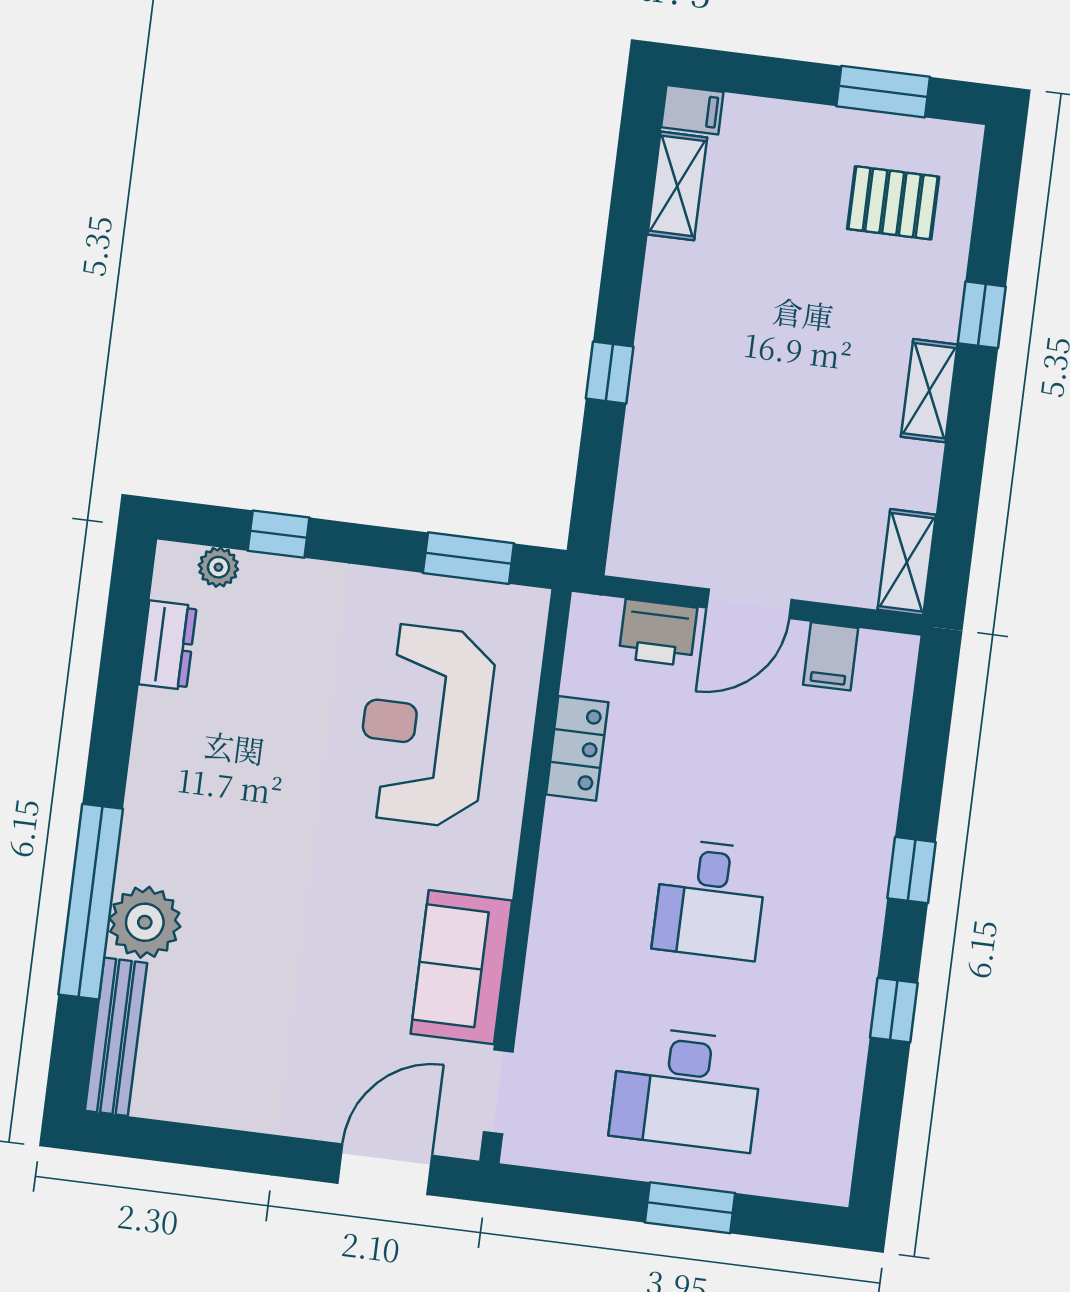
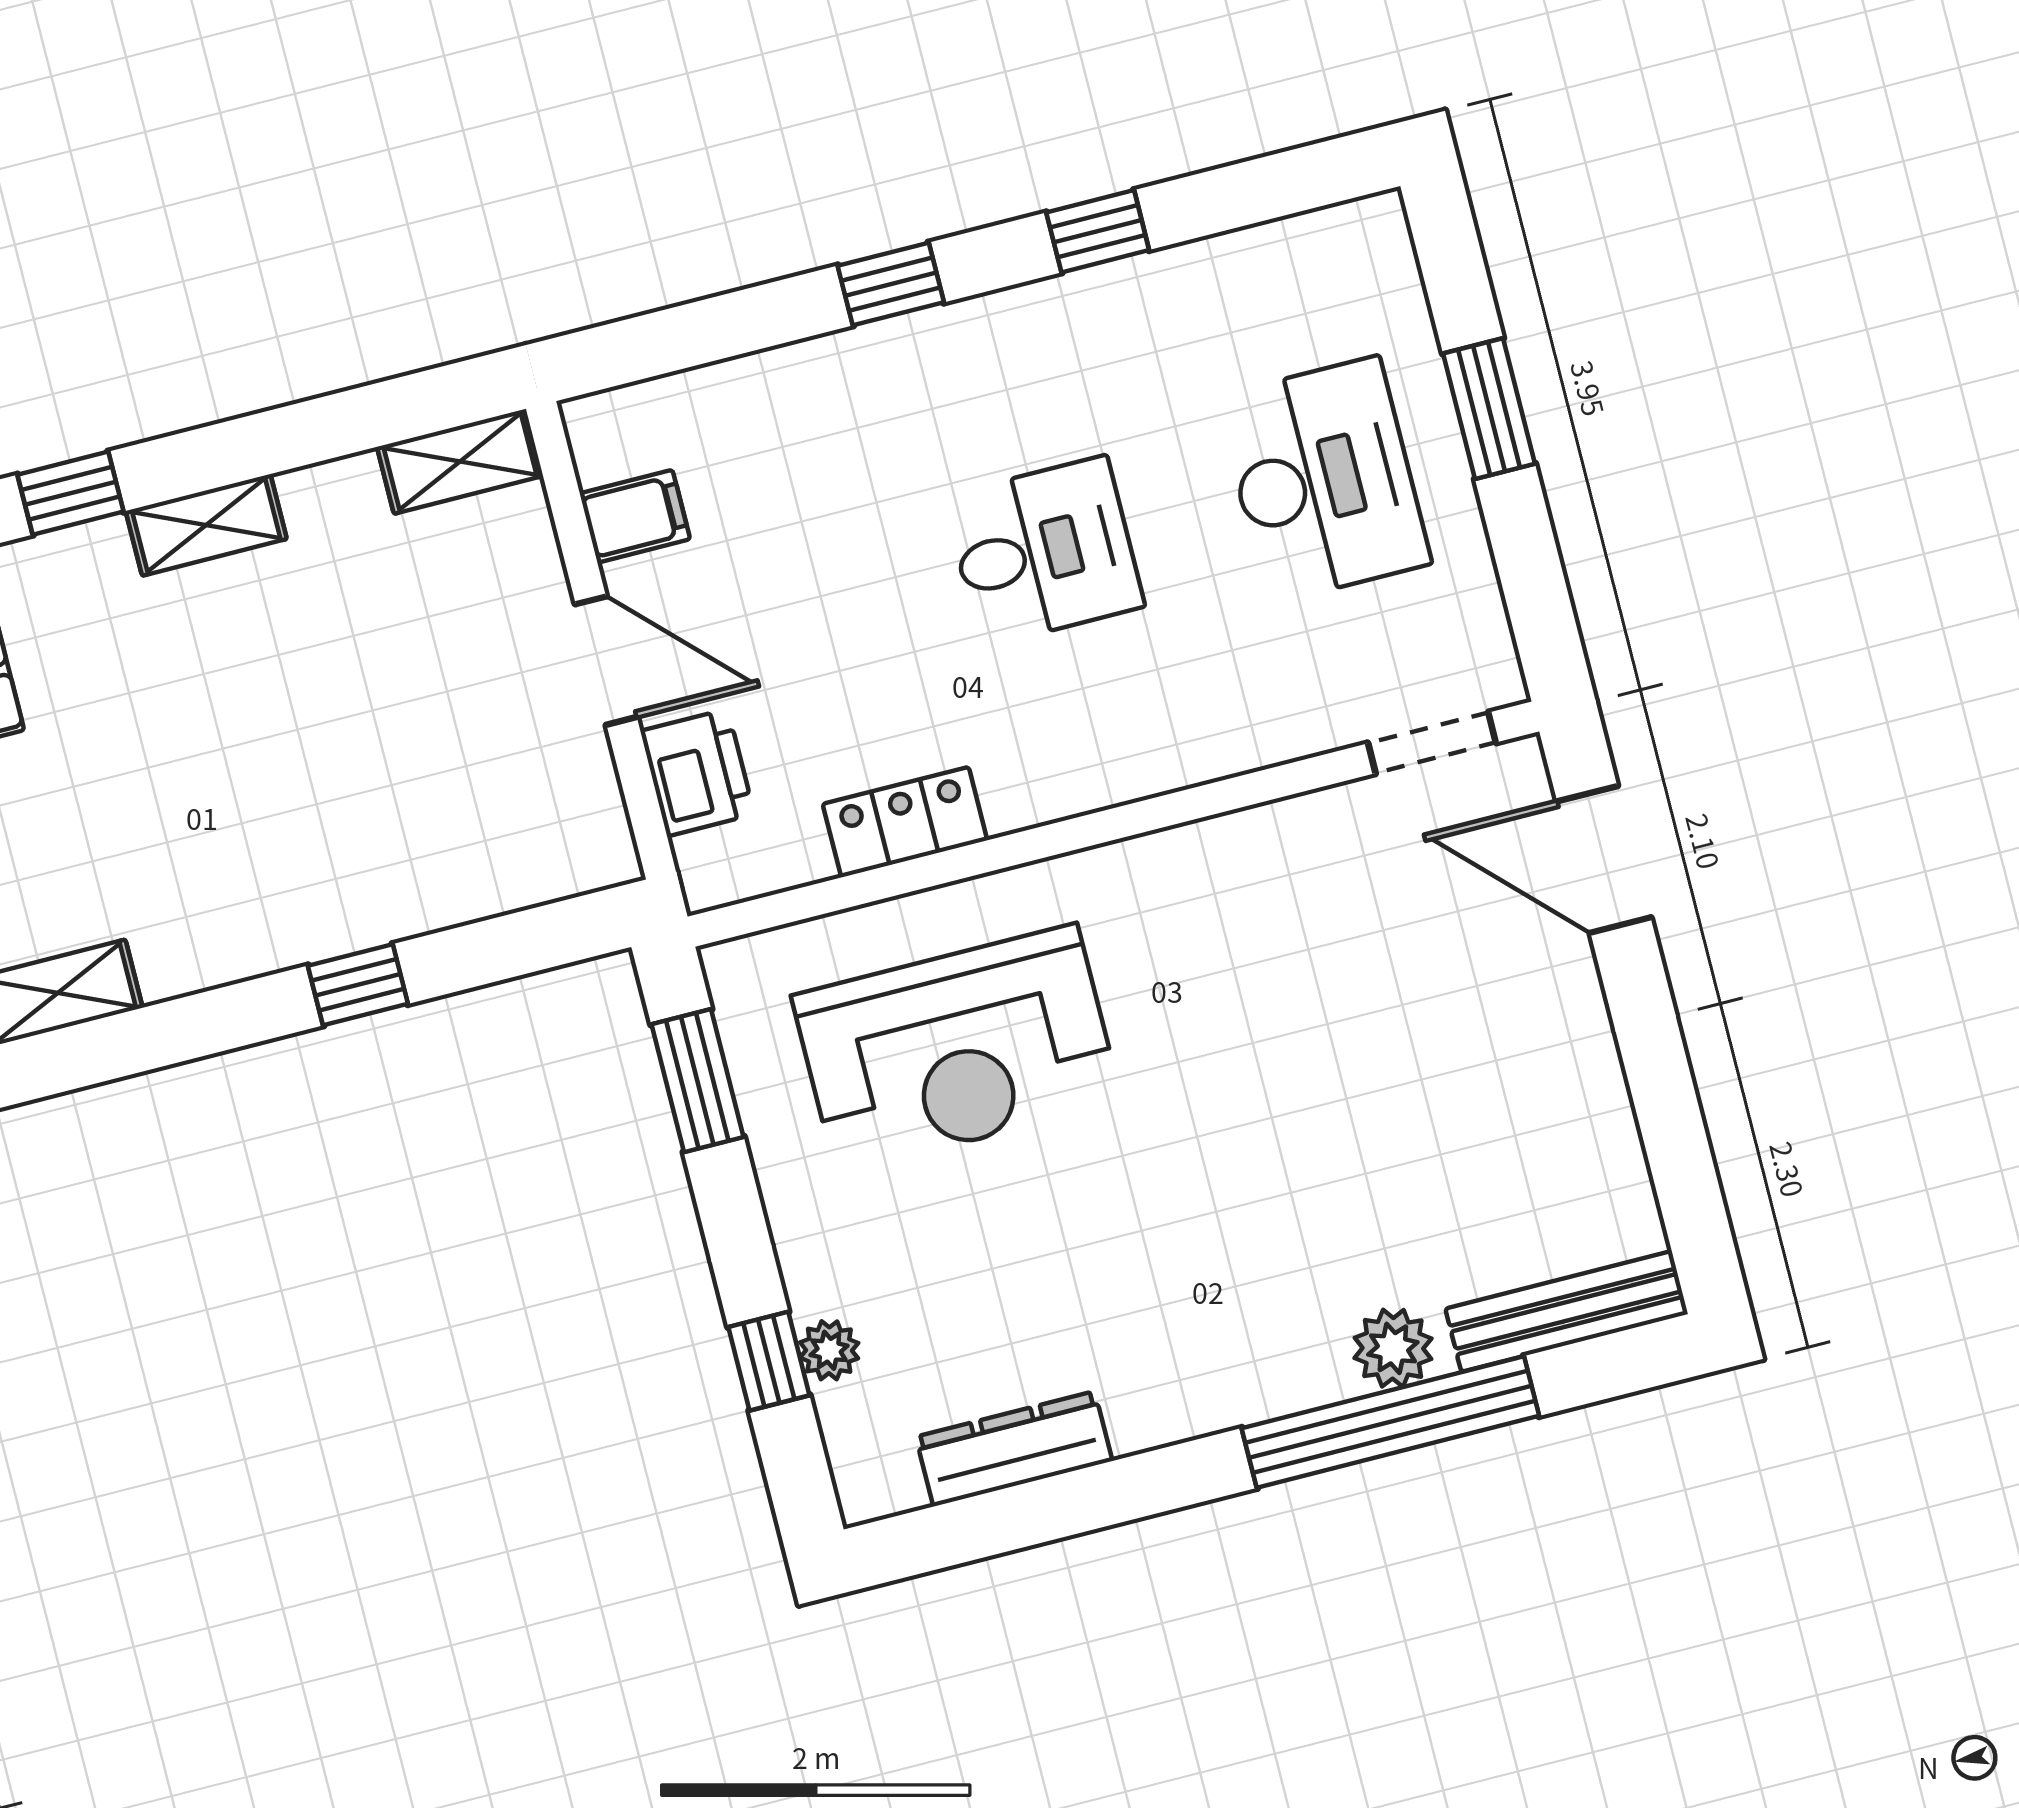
plant: (218, 567) -> (829, 1350), moved
dresser: (168, 645) -> (1014, 1449), width x1.44
plant: (145, 922) -> (1393, 1348), width x0.73, depth x0.73
sofa: (461, 967) -> (1277, 864), removed

